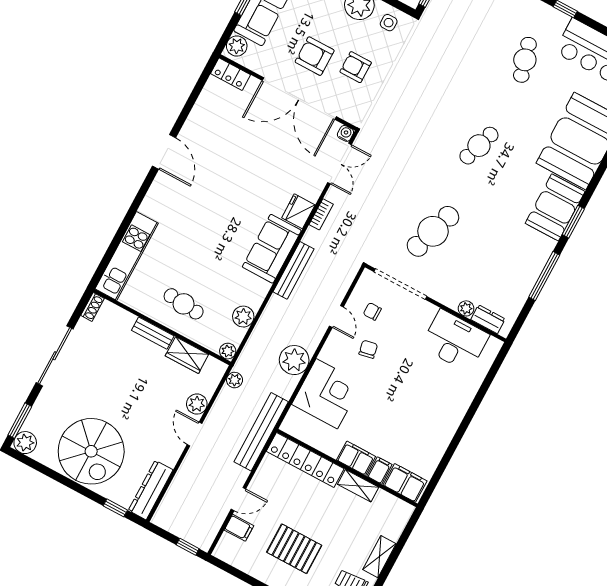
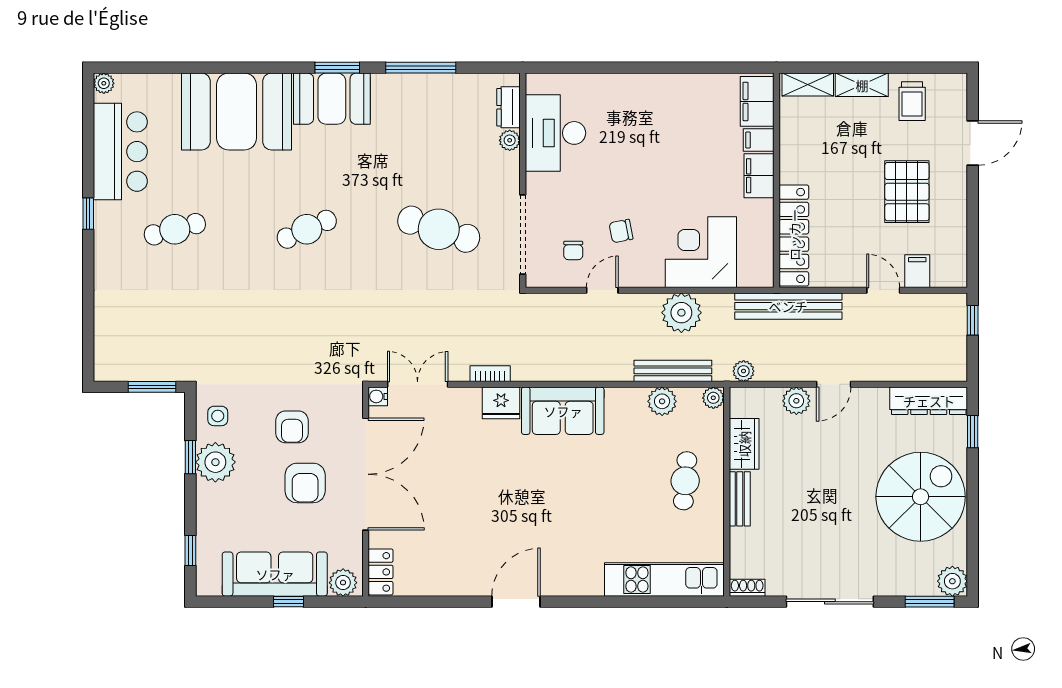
cafe table: (479, 146) -> (307, 229), turned -42
bench: (293, 270) -> (673, 371), moved
shelving: (358, 486) -> (808, 85), moved, turned 90

